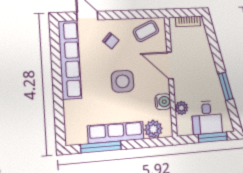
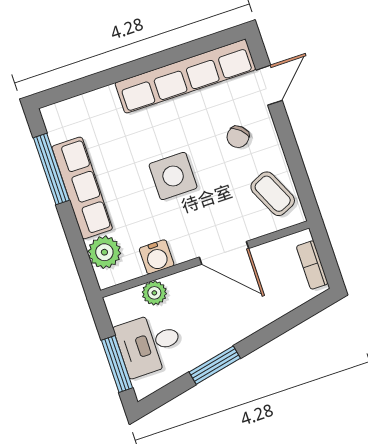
door: (170, 65) -> (224, 253), swing flipped

